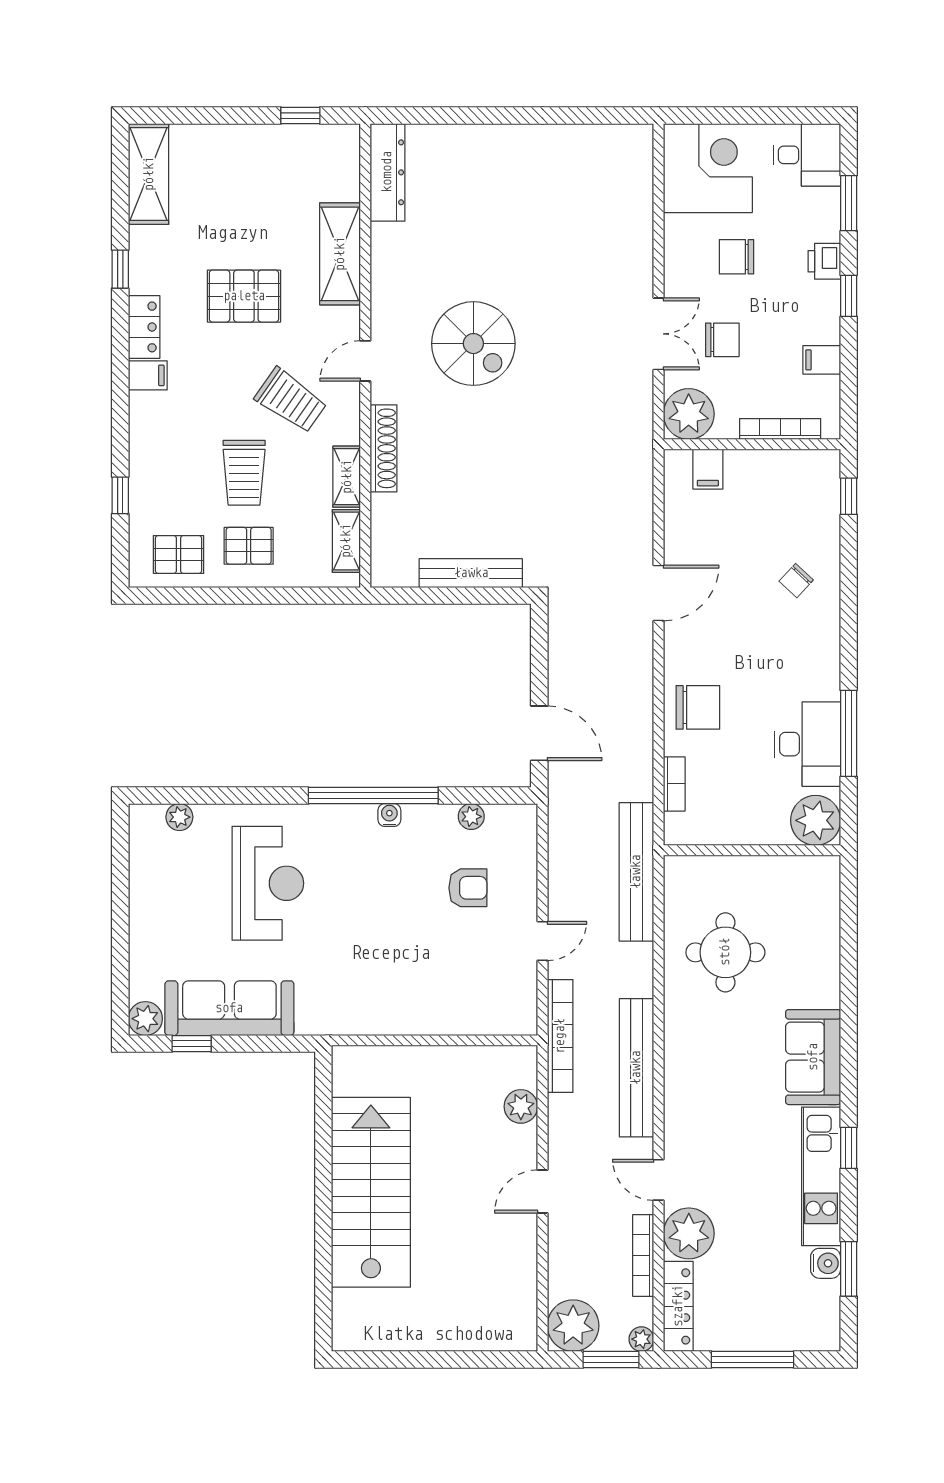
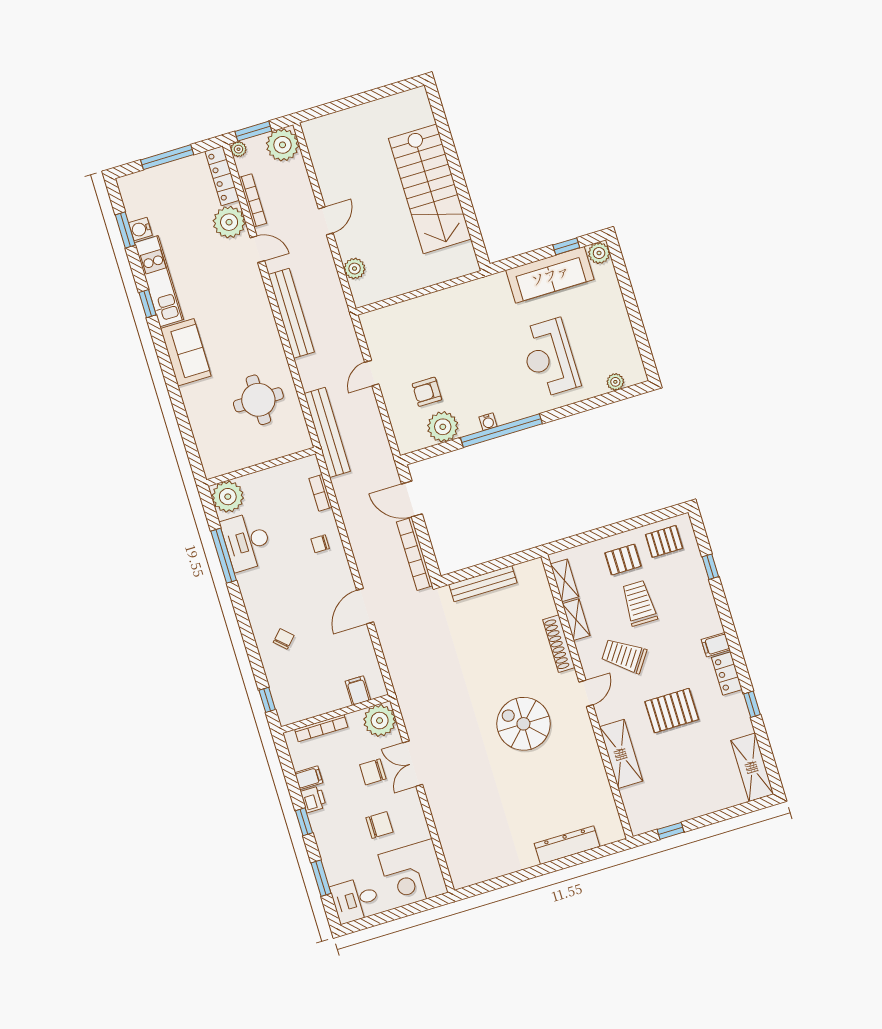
dresser: (387, 172) -> (567, 845), moved, turned 90
printer: (824, 261) -> (313, 799), moved
chair: (698, 707) -> (320, 544), width x0.54, depth x0.54
plant: (471, 817) -> (443, 427), width x1.88, depth x1.88
bookcase: (560, 1036) -> (415, 554), moved

